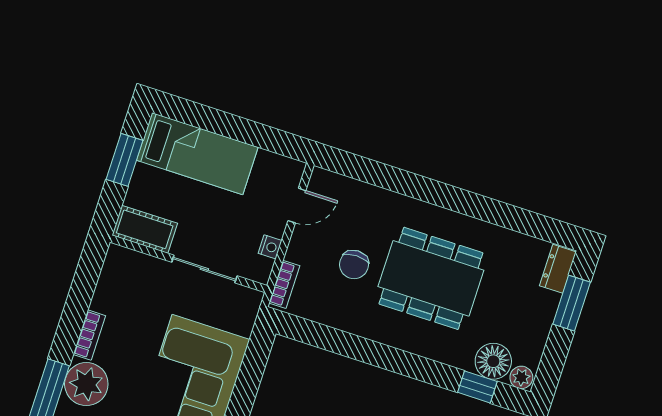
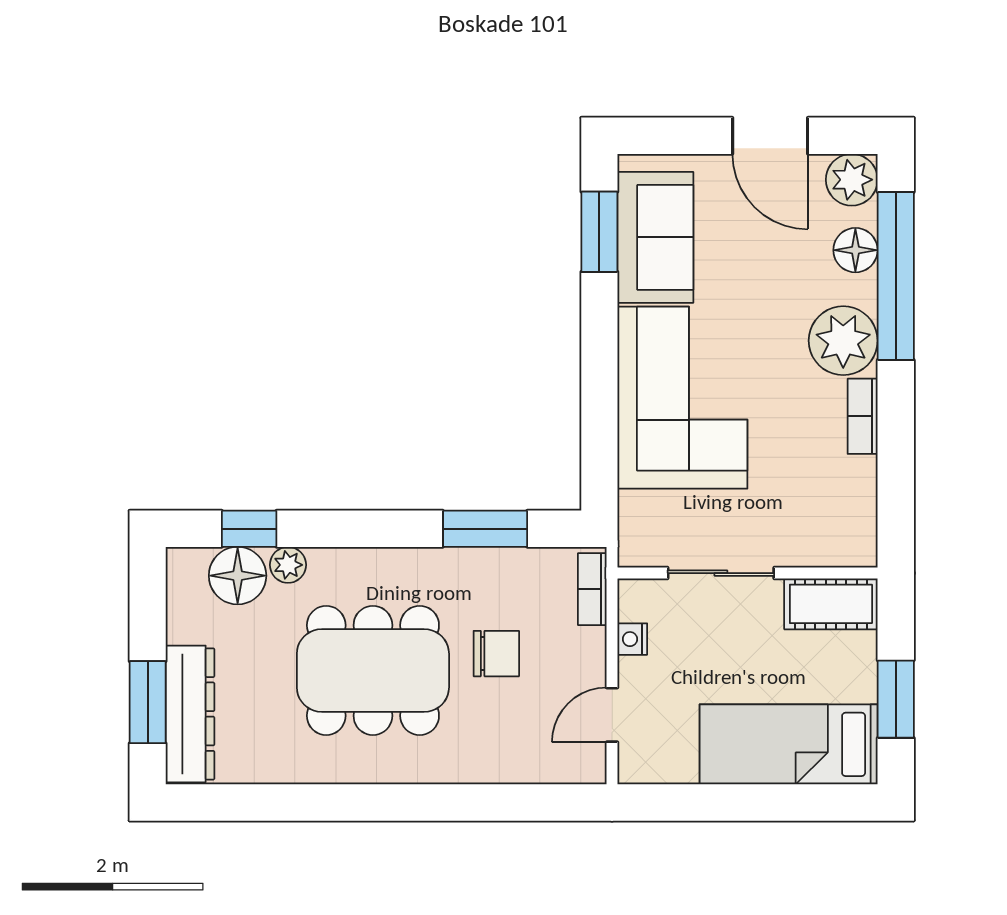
chair: (354, 265) -> (496, 654), turned 90
dresser: (558, 269) -> (190, 714), width x1.96, depth x1.24
window: (337, 341) -> (485, 529), added
plant: (521, 377) -> (288, 565), moved

